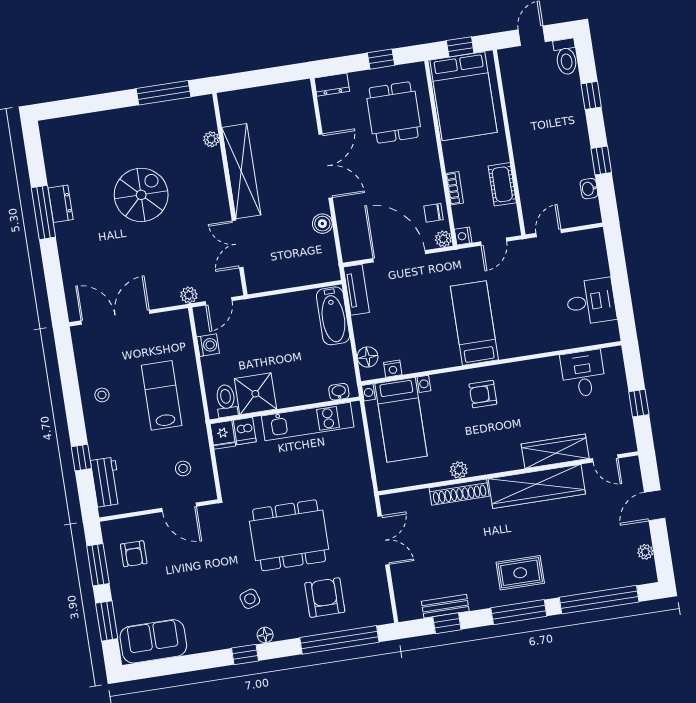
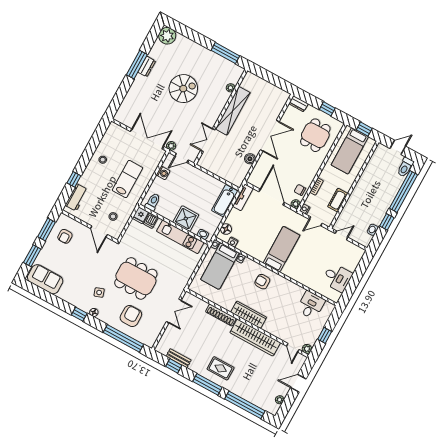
window: (591, 95) -> (403, 191), width x3.17
bed: (463, 96) -> (350, 151), width x0.67
plant: (56, 134) -> (167, 36), added
double door: (115, 317) -> (147, 139), moved
shower: (255, 394) -> (186, 219), moved
wardrobe: (555, 451) -> (249, 315), moved
plant: (459, 470) -> (307, 349), moved

